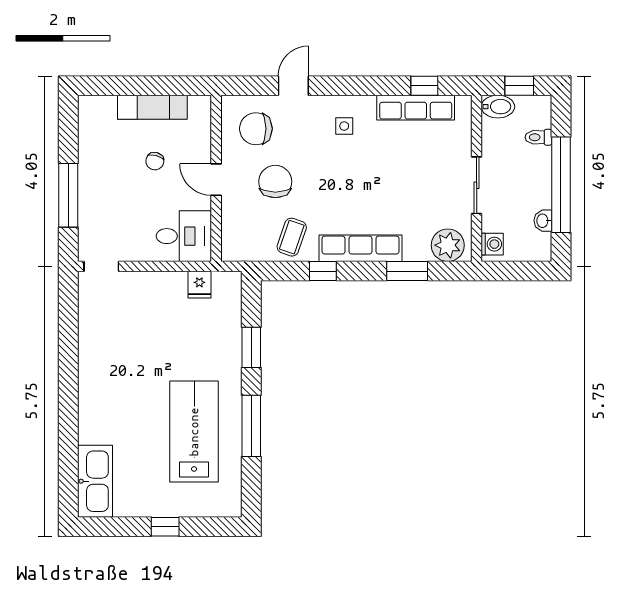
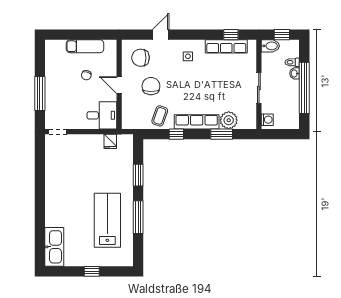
washbasin: (543, 221) -> (295, 73), moved
plant: (448, 245) -> (229, 120), moved

